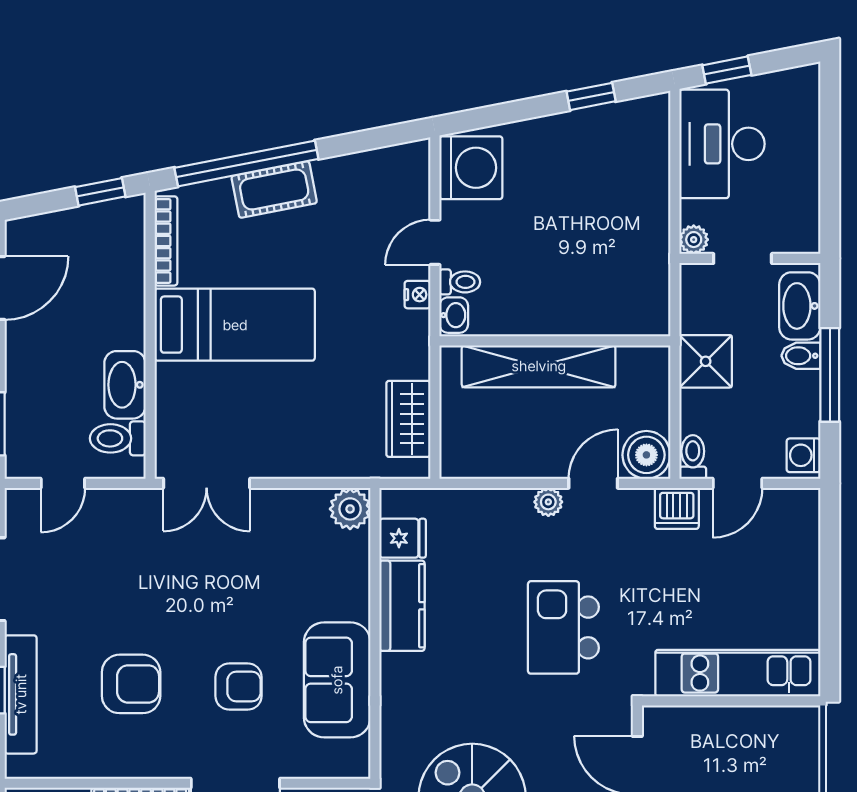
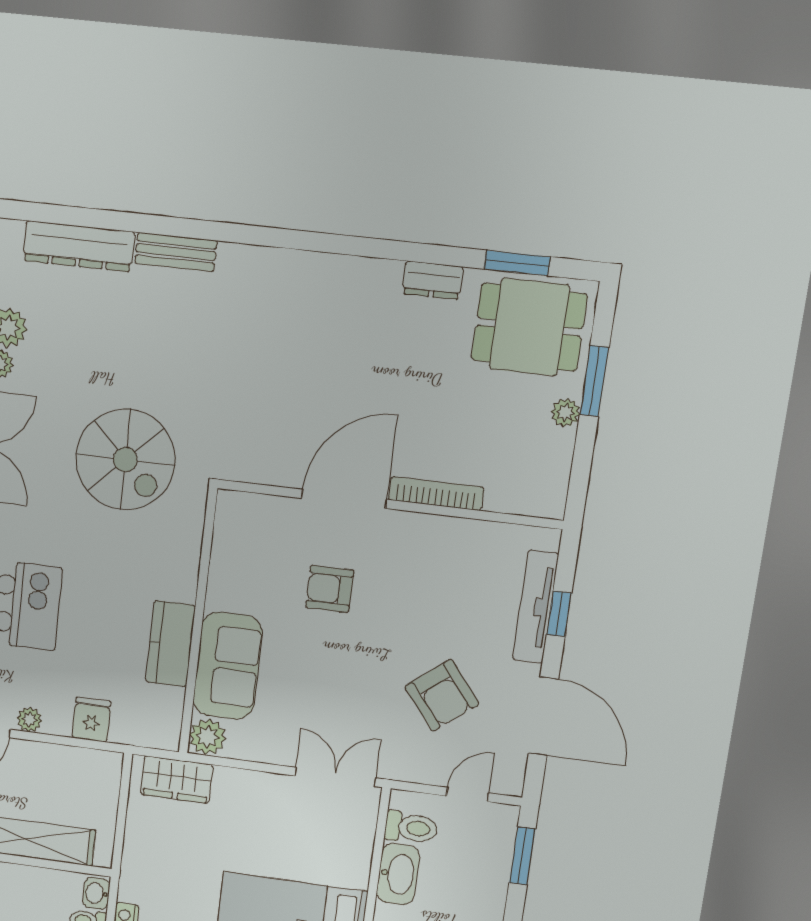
wardrobe: (408, 419) -> (177, 780), moved, turned 90
fridge: (403, 538) -> (91, 720), moved, turned 90
sofa: (337, 680) -> (228, 666), moved
armchair: (131, 684) -> (442, 695), moved, turned -129

